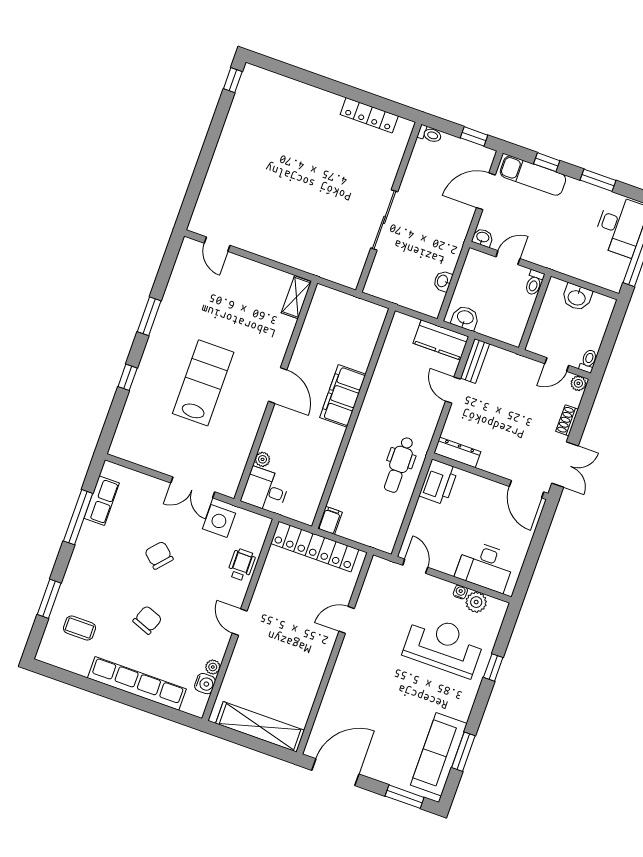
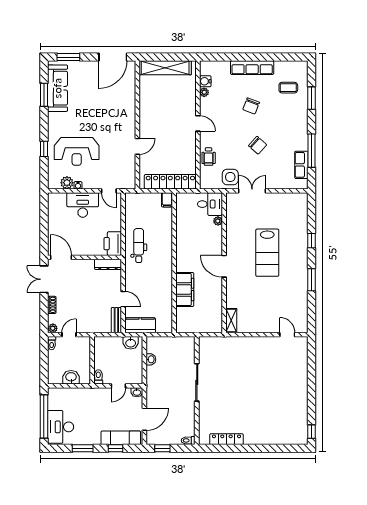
filing cabinet: (343, 396) -> (185, 289), moved
desk: (485, 566) -> (83, 205), moved
row of seats: (137, 683) -> (252, 68), width x0.73

